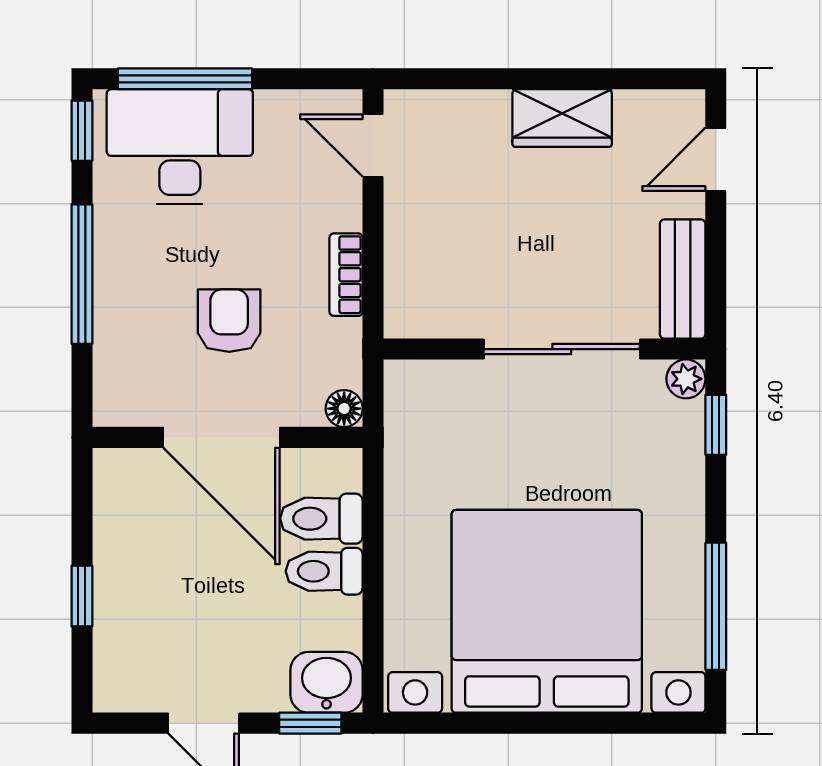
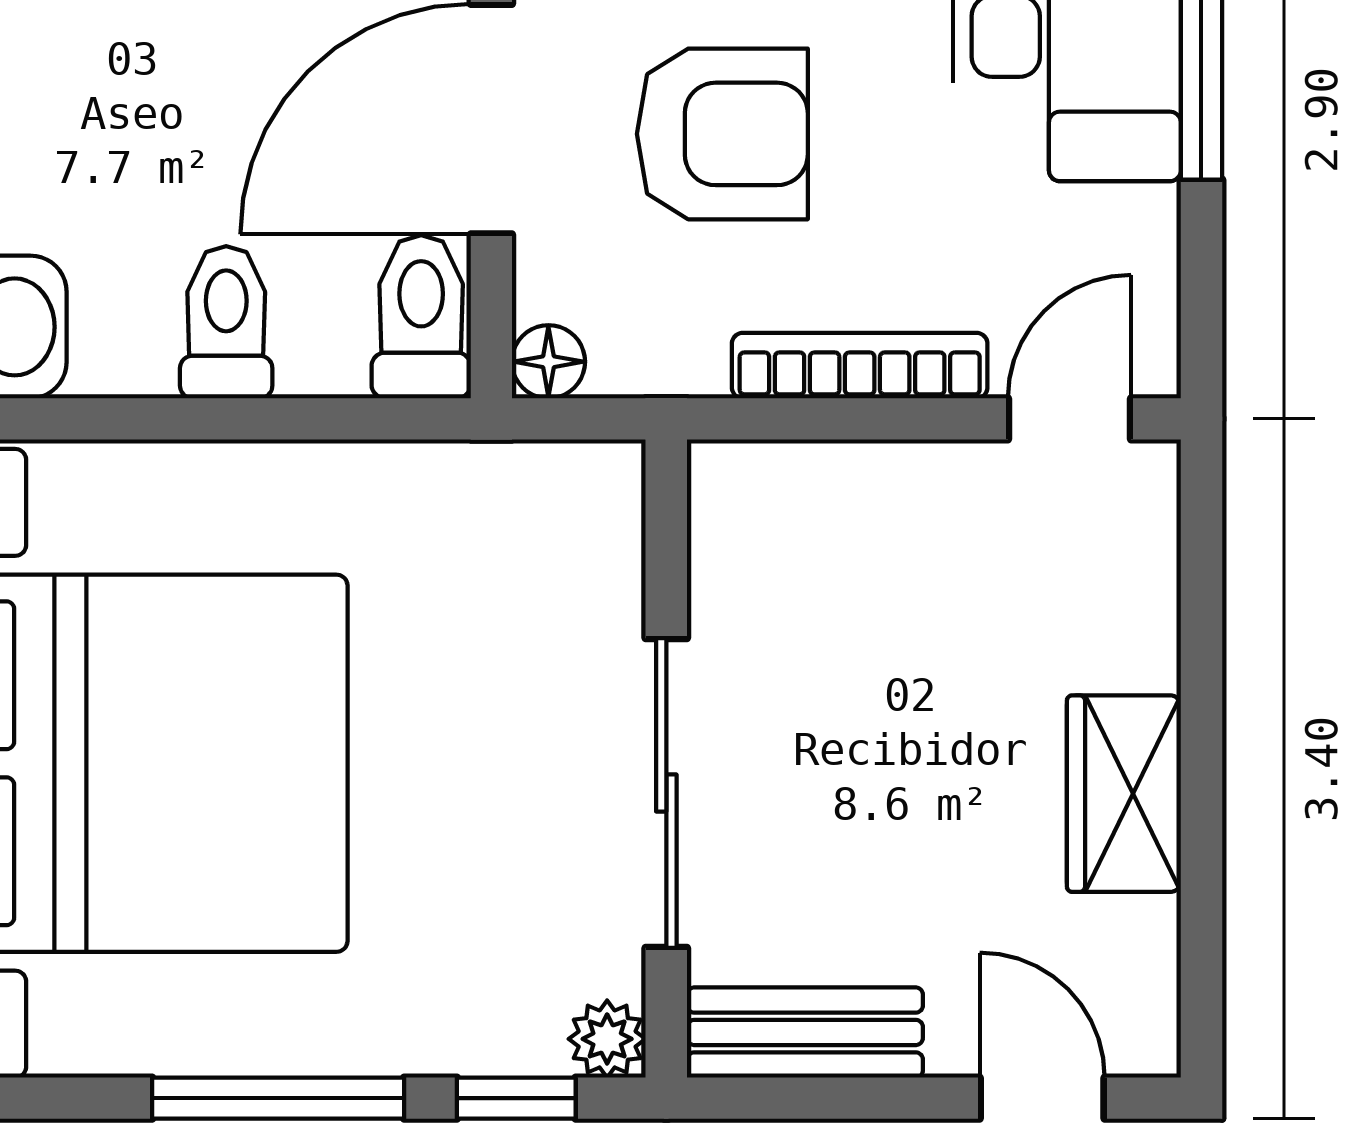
bookcase: (346, 275) -> (860, 366), width x1.56
armchair: (229, 321) -> (722, 134), width x1.38, depth x1.38
toilet: (321, 519) -> (421, 317), moved
window: (716, 606) -> (278, 1098), moved

